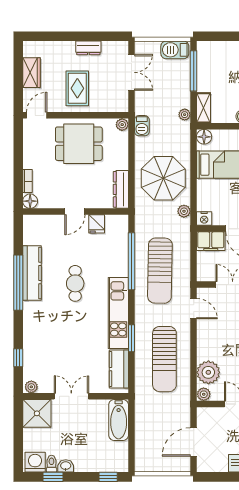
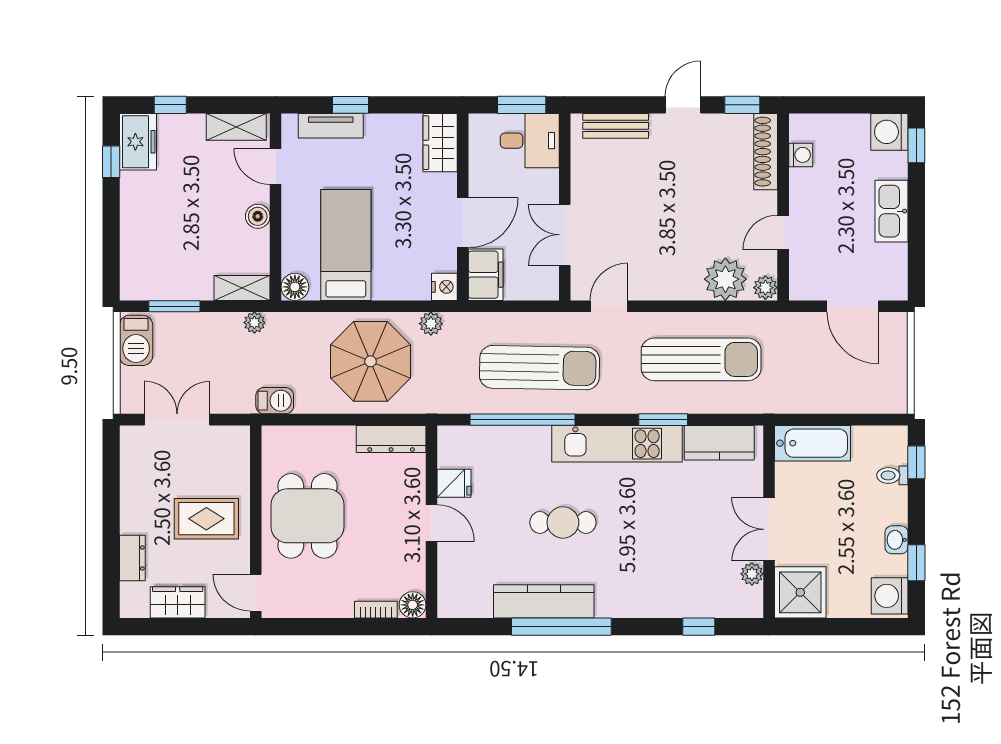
dresser: (88, 48) -> (132, 558), moved
window: (194, 71) -> (174, 306), width x0.69
plant: (122, 125) -> (273, 437), removed
plant: (31, 387) -> (752, 574), moved
toilet: (51, 464) -> (892, 475), moved

